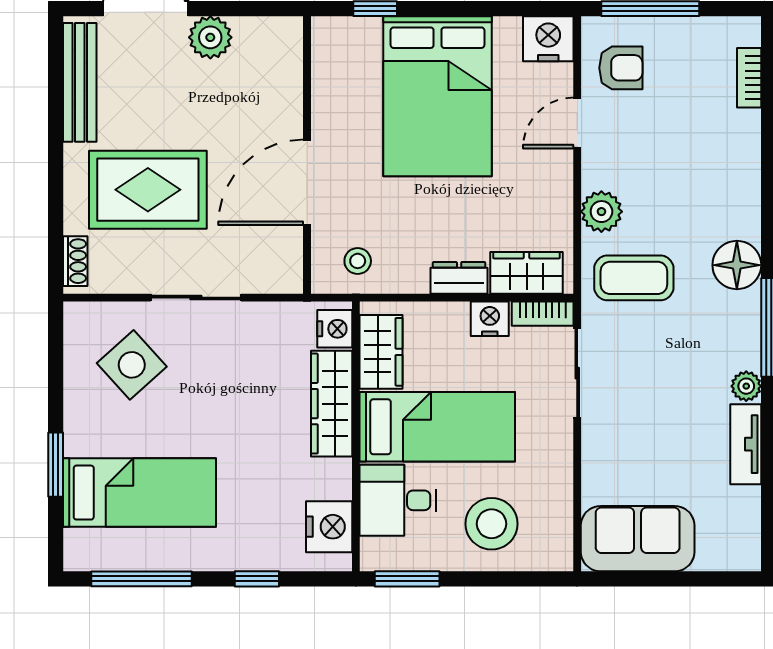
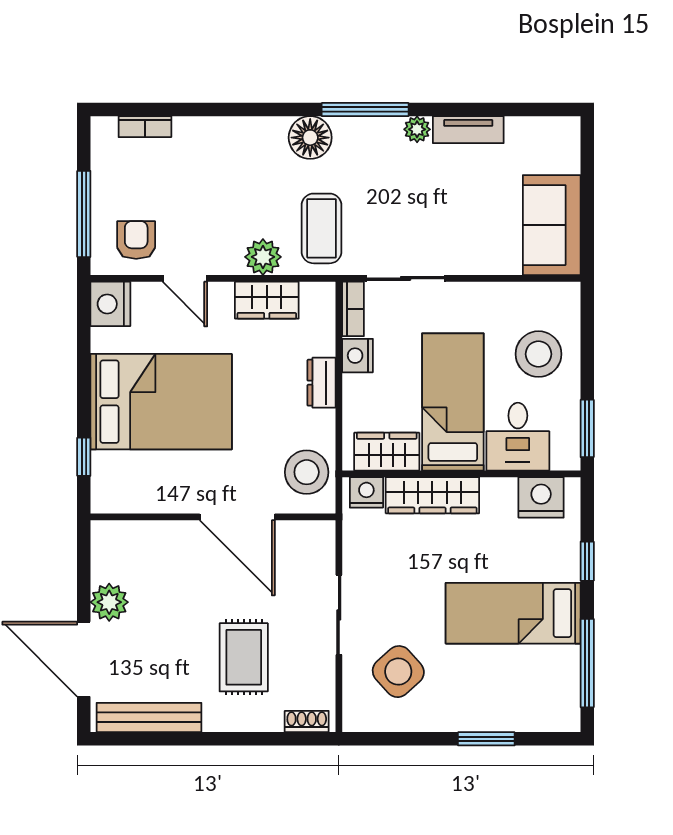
rug: (148, 190) -> (244, 657), width x0.73, depth x0.70
stool: (358, 261) -> (307, 472), width x1.89, depth x1.89
wardrobe: (527, 273) -> (267, 300), moved, turned -90
bed: (139, 493) -> (513, 613), moved, turned -90

